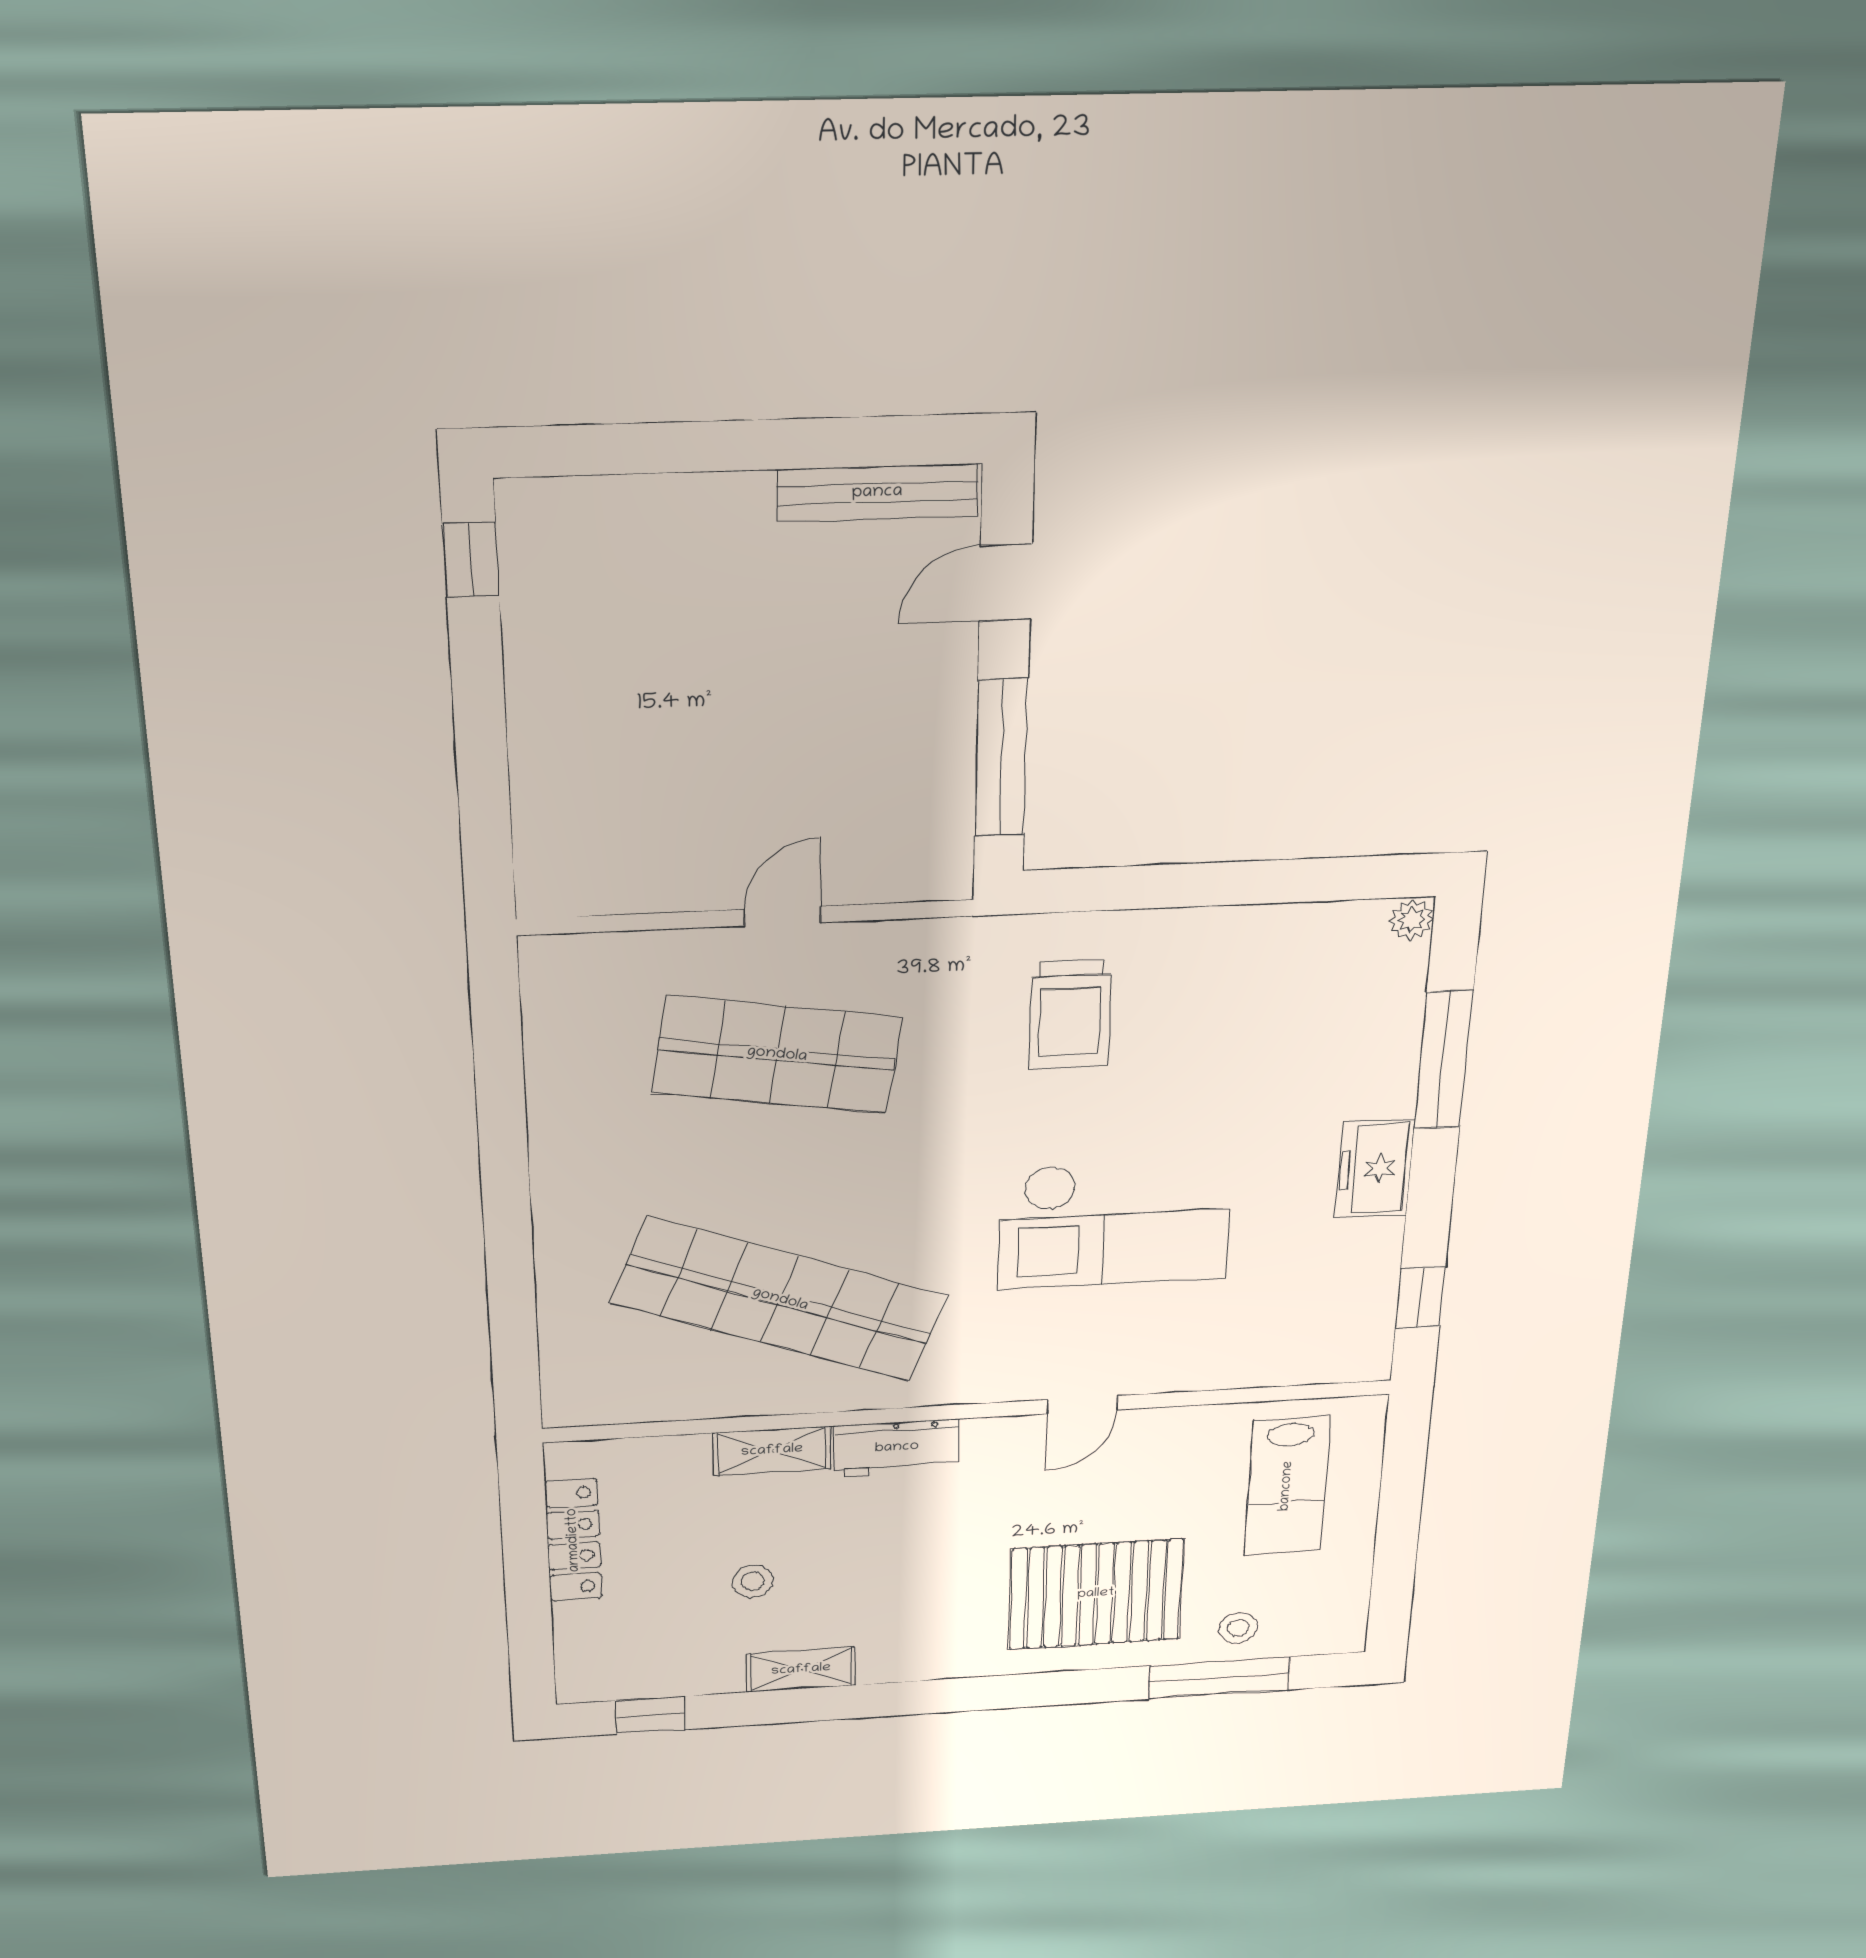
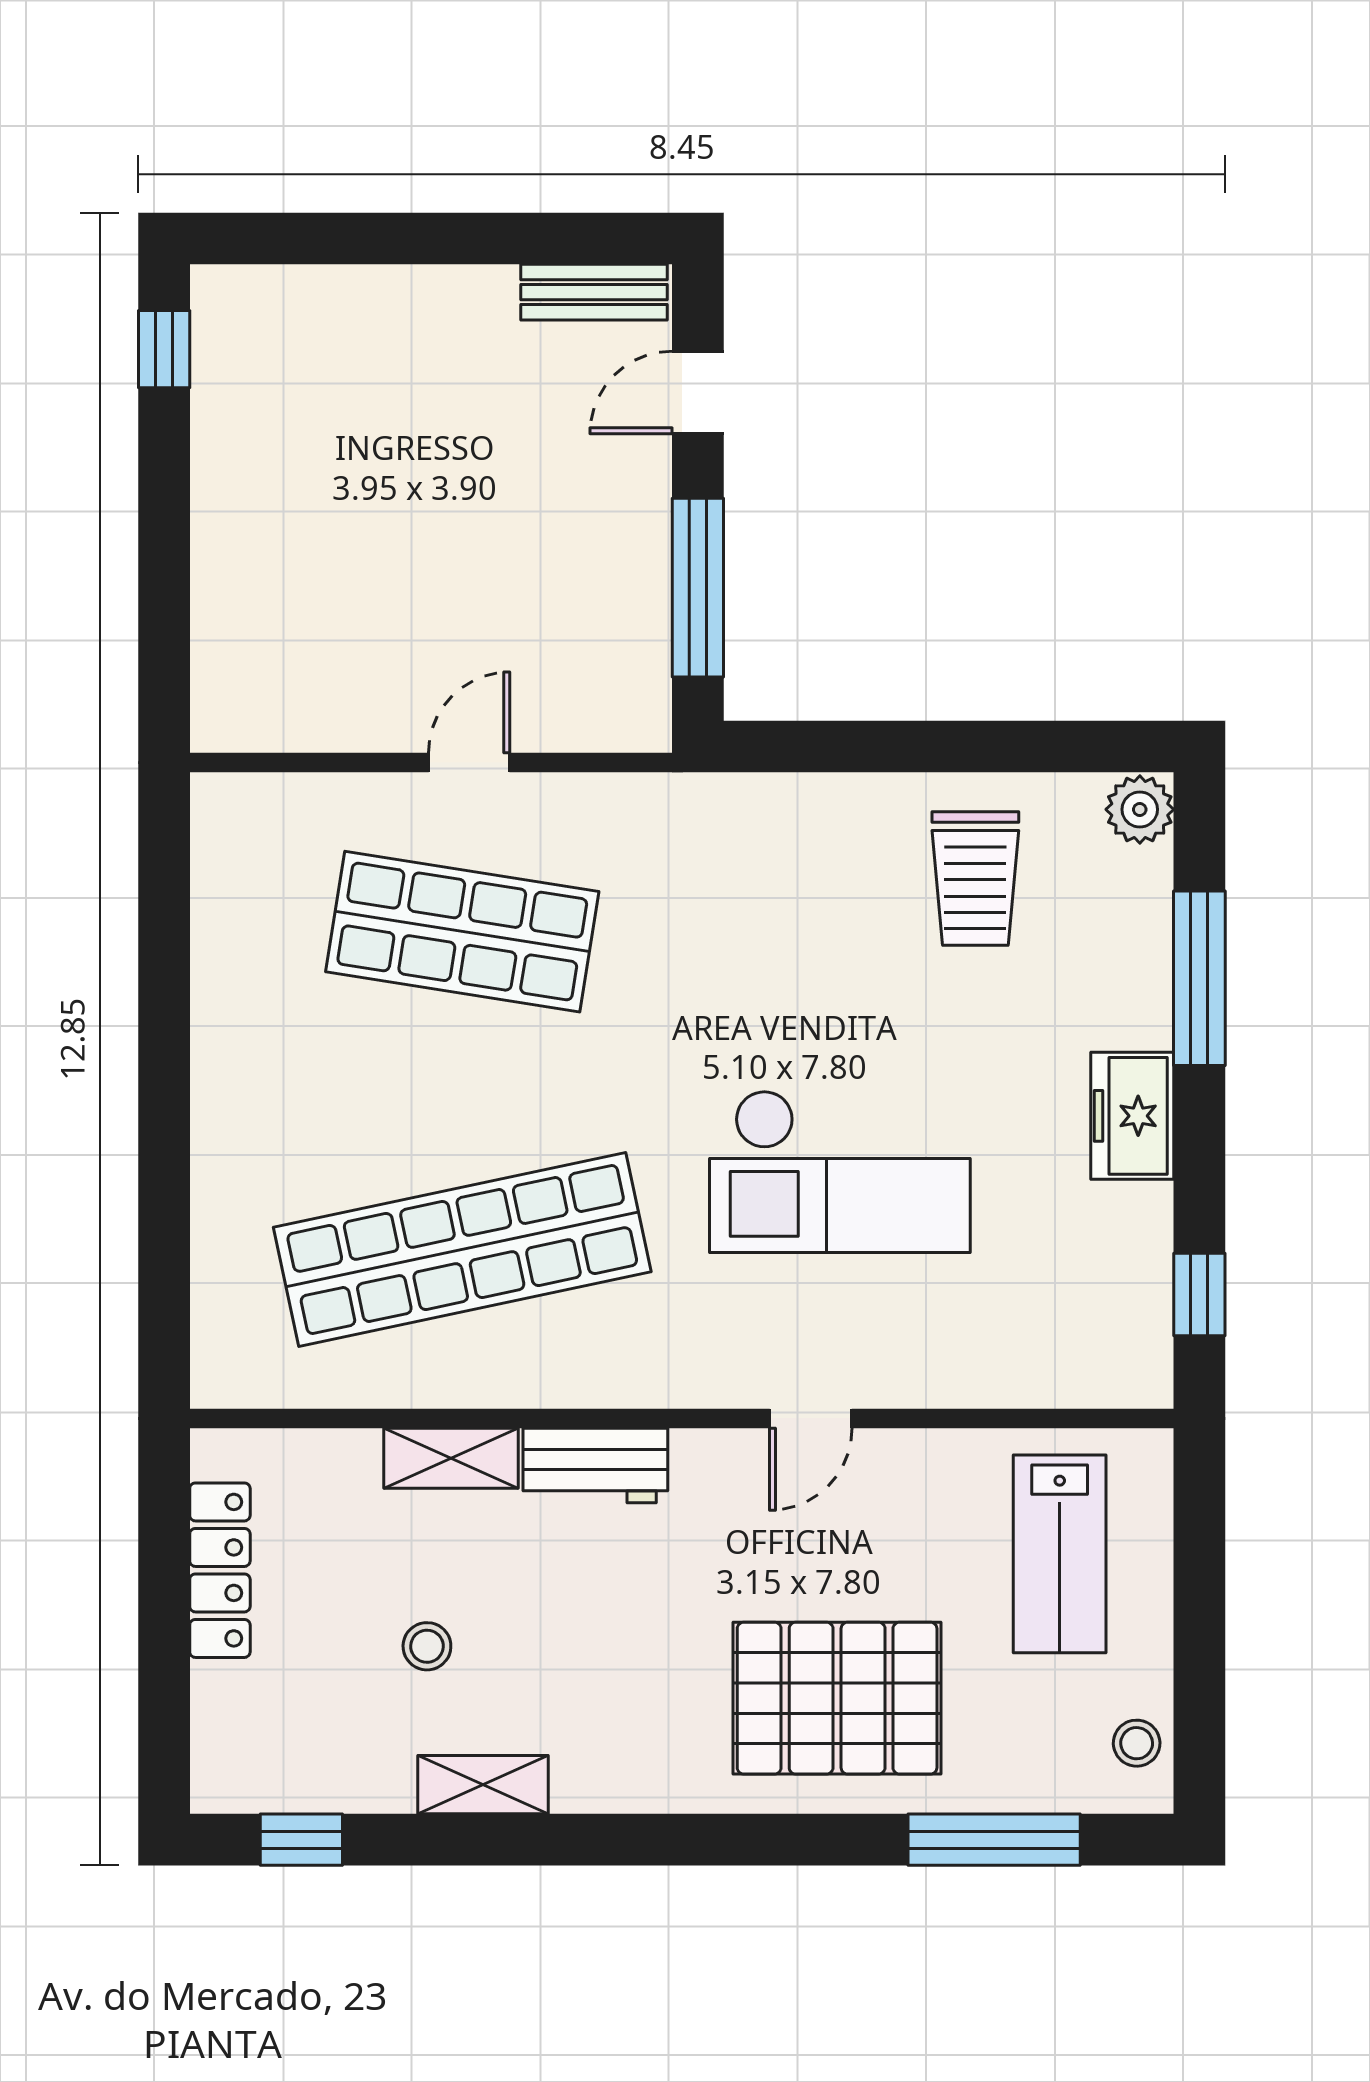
bench: (877, 493) -> (594, 292), width x0.73
plant: (1411, 920) -> (1140, 809), width x1.38, depth x1.38
trolley: (1070, 1015) -> (975, 878), moved
shop shelf: (780, 1300) -> (462, 1250), turned -33
stool: (1238, 1628) -> (1137, 1743), moved

